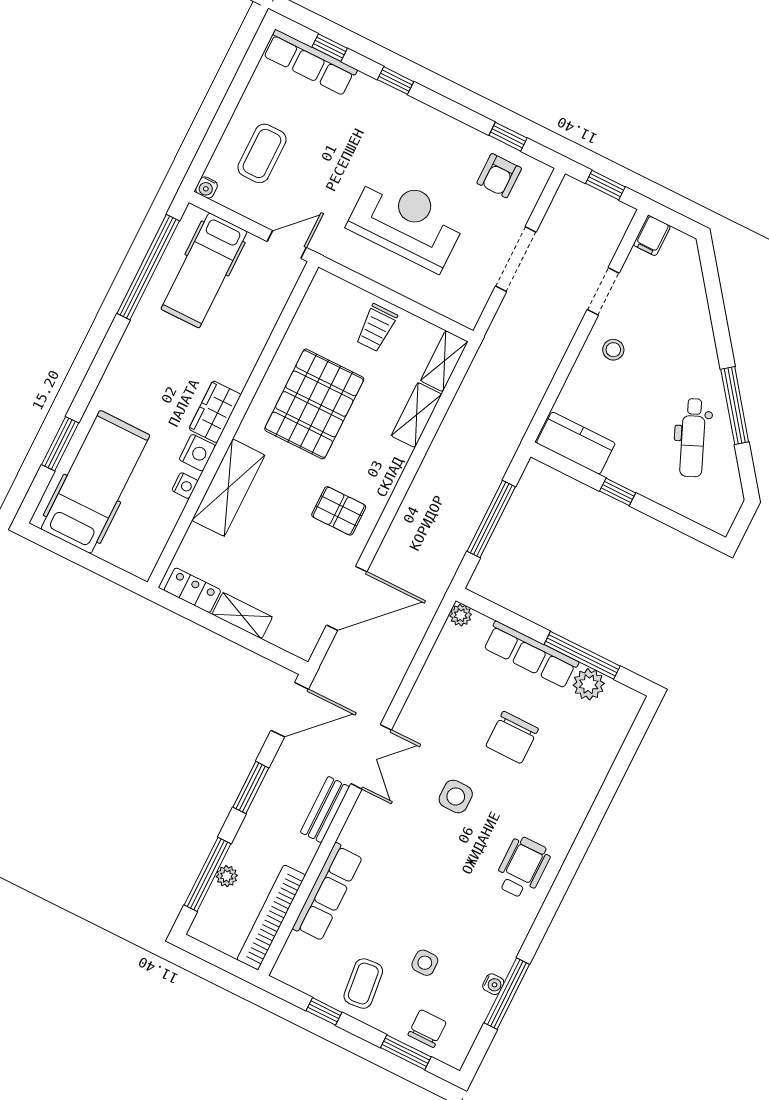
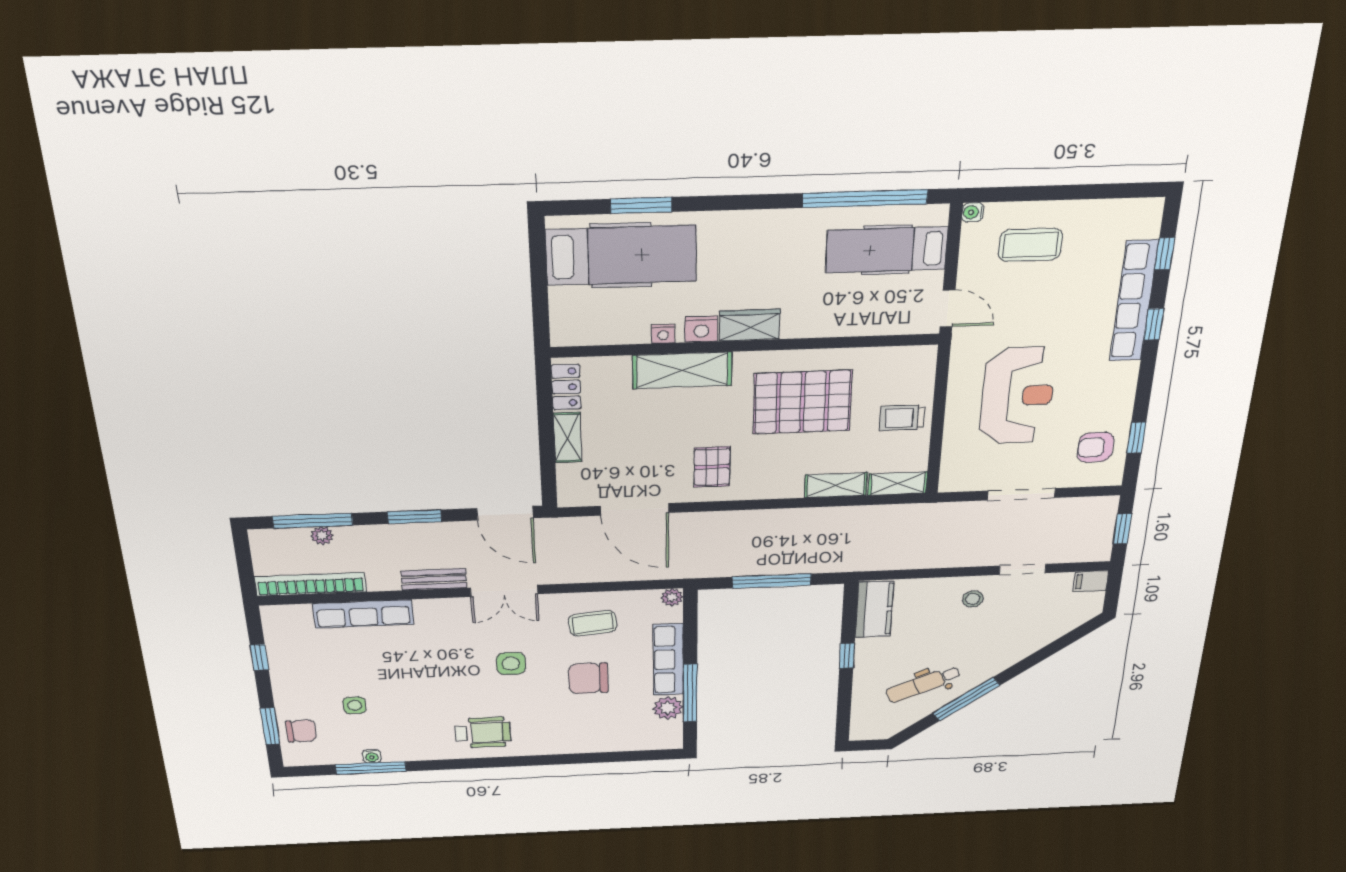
row of seats: (310, 63) -> (1134, 301), moved, width x1.36
coffee table: (363, 984) -> (593, 623), moved

